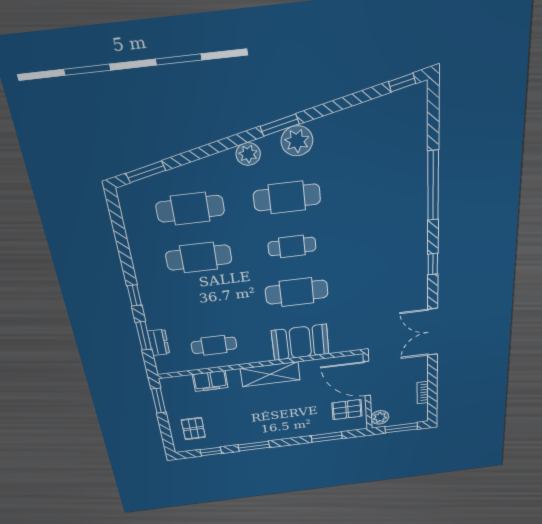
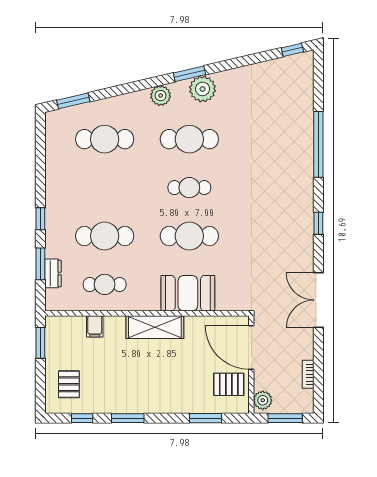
cafe table: (199, 258) -> (105, 236), moved
filing cabinet: (210, 381) -> (95, 326), width x0.50

